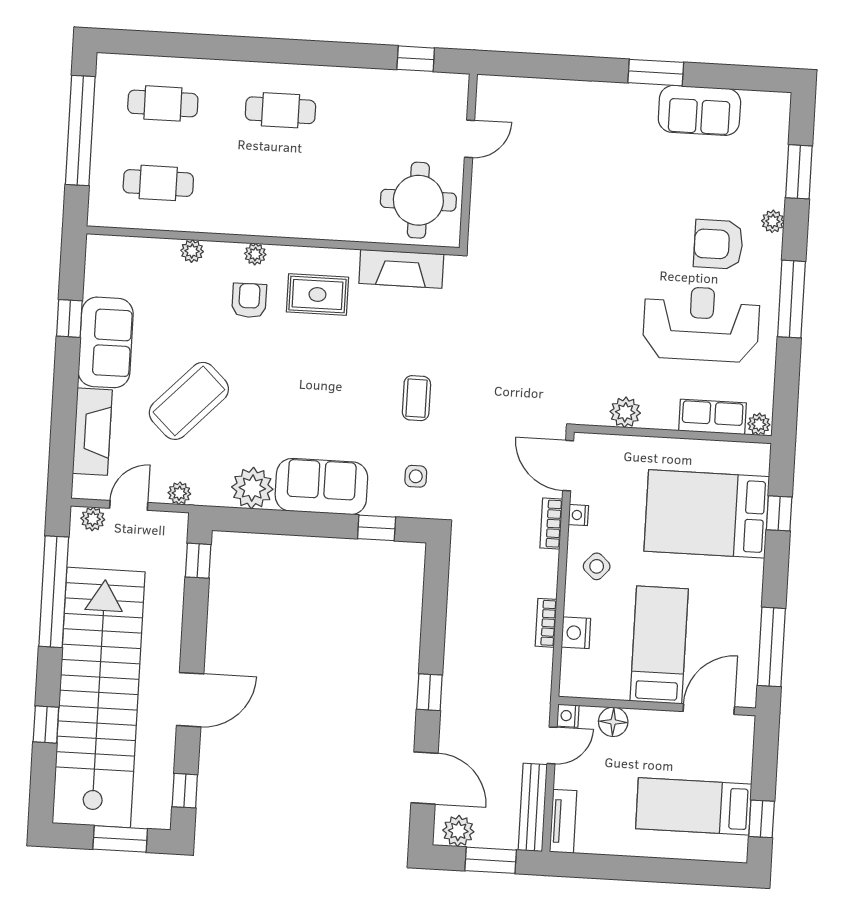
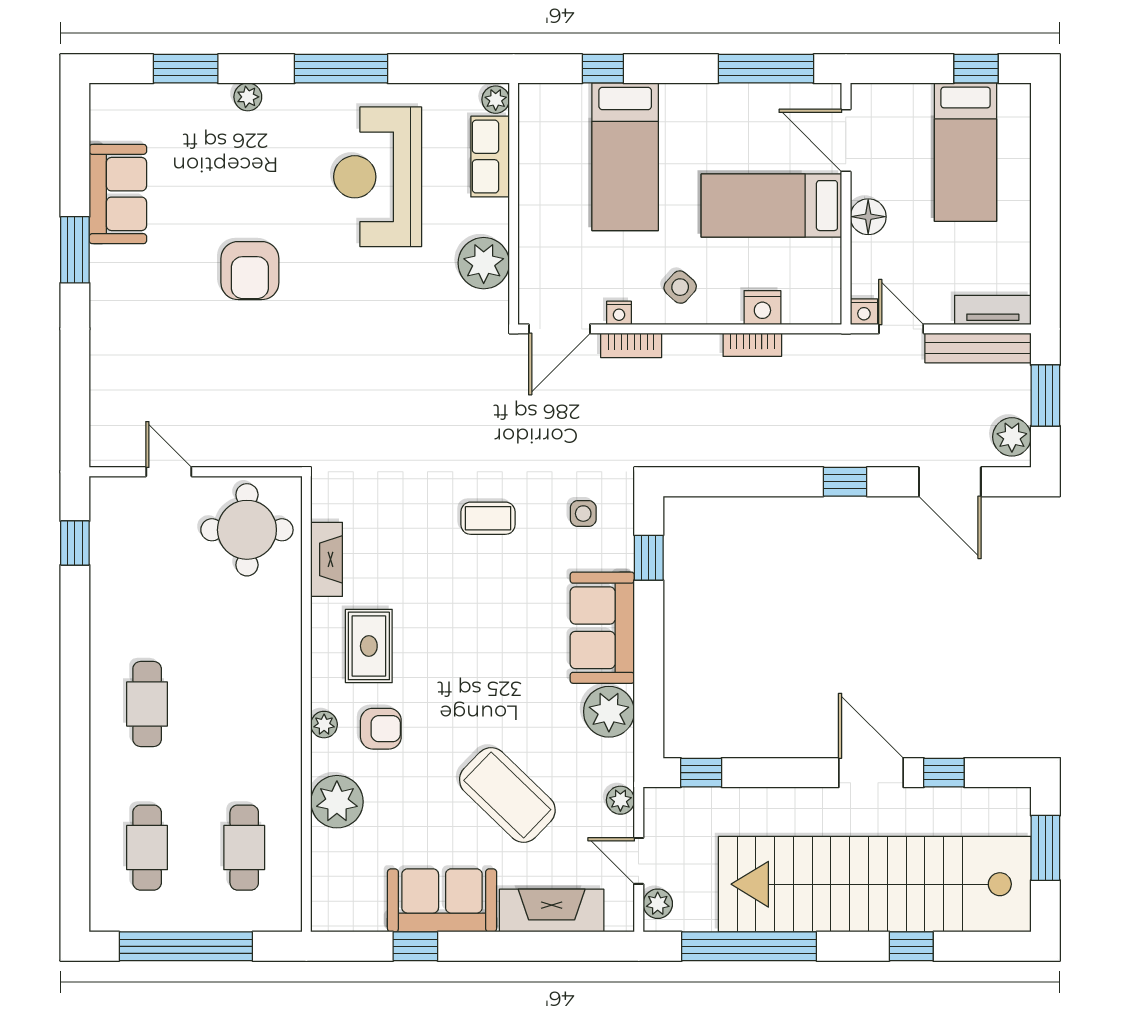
armchair: (718, 244) -> (250, 271), moved
plant: (192, 251) -> (337, 802), width x1.87, depth x1.87
fireplace: (401, 269) -> (327, 559), width x0.73, depth x0.76
armchair: (249, 300) -> (381, 729), turned 180
plant: (625, 412) -> (484, 263), width x1.36, depth x1.36
bed: (707, 514) -> (625, 157), width x0.67
floor lamp: (613, 722) -> (868, 217), moved
door: (425, 778) -> (950, 482), swing flipped
window: (185, 791) -> (944, 773), moved

